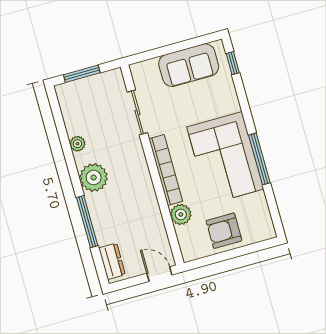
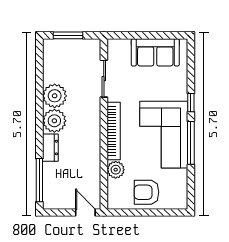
window: (233, 63) -> (191, 103), moved
plant: (77, 144) -> (55, 96), width x1.88, depth x1.88
window: (87, 222) -> (39, 180), moved
dresser: (112, 261) -> (50, 148), moved

